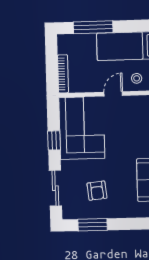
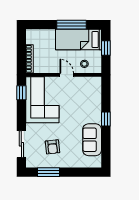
window: (93, 27) -> (72, 25), moved
door: (113, 94) -> (67, 75), hinge flipped
window: (54, 140) -> (21, 93), moved

